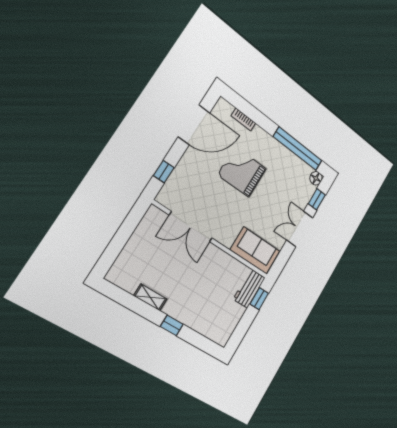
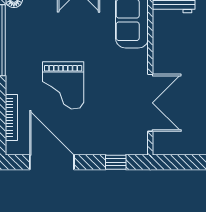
bookcase: (243, 120) -> (11, 117), width x1.56

